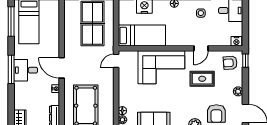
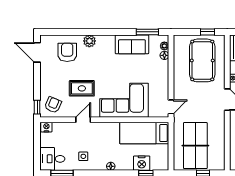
armchair: (230, 63) -> (53, 105), turned -63
plant: (238, 91) -> (45, 75), removed

